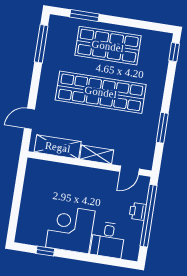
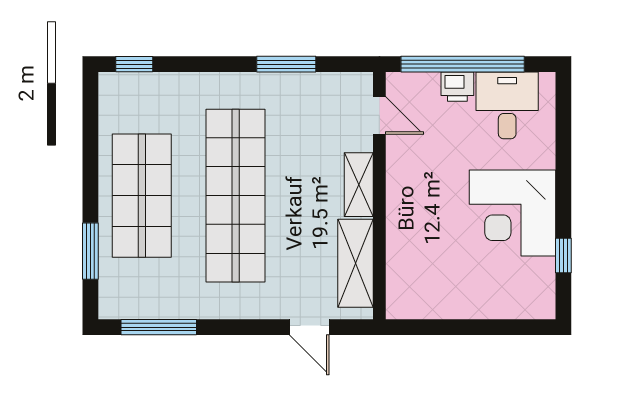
desk: (108, 240) -> (507, 105), moved, turned -90

